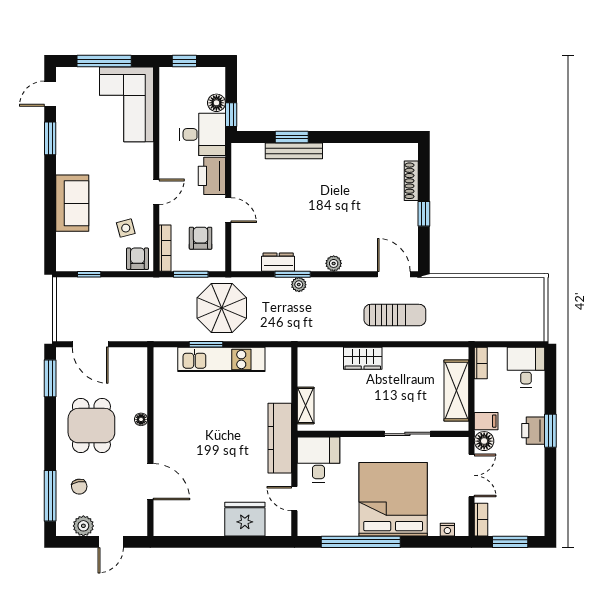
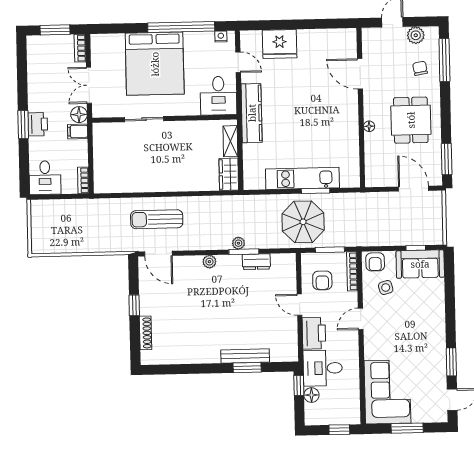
window: (104, 61) -> (407, 428), width x0.69
sofa: (72, 203) -> (420, 264), moved, turned -90
wardrobe: (363, 358) -> (229, 174), moved, turned -90
shelving: (456, 391) -> (103, 157), removed
nightstand: (447, 530) -> (221, 37), moved

